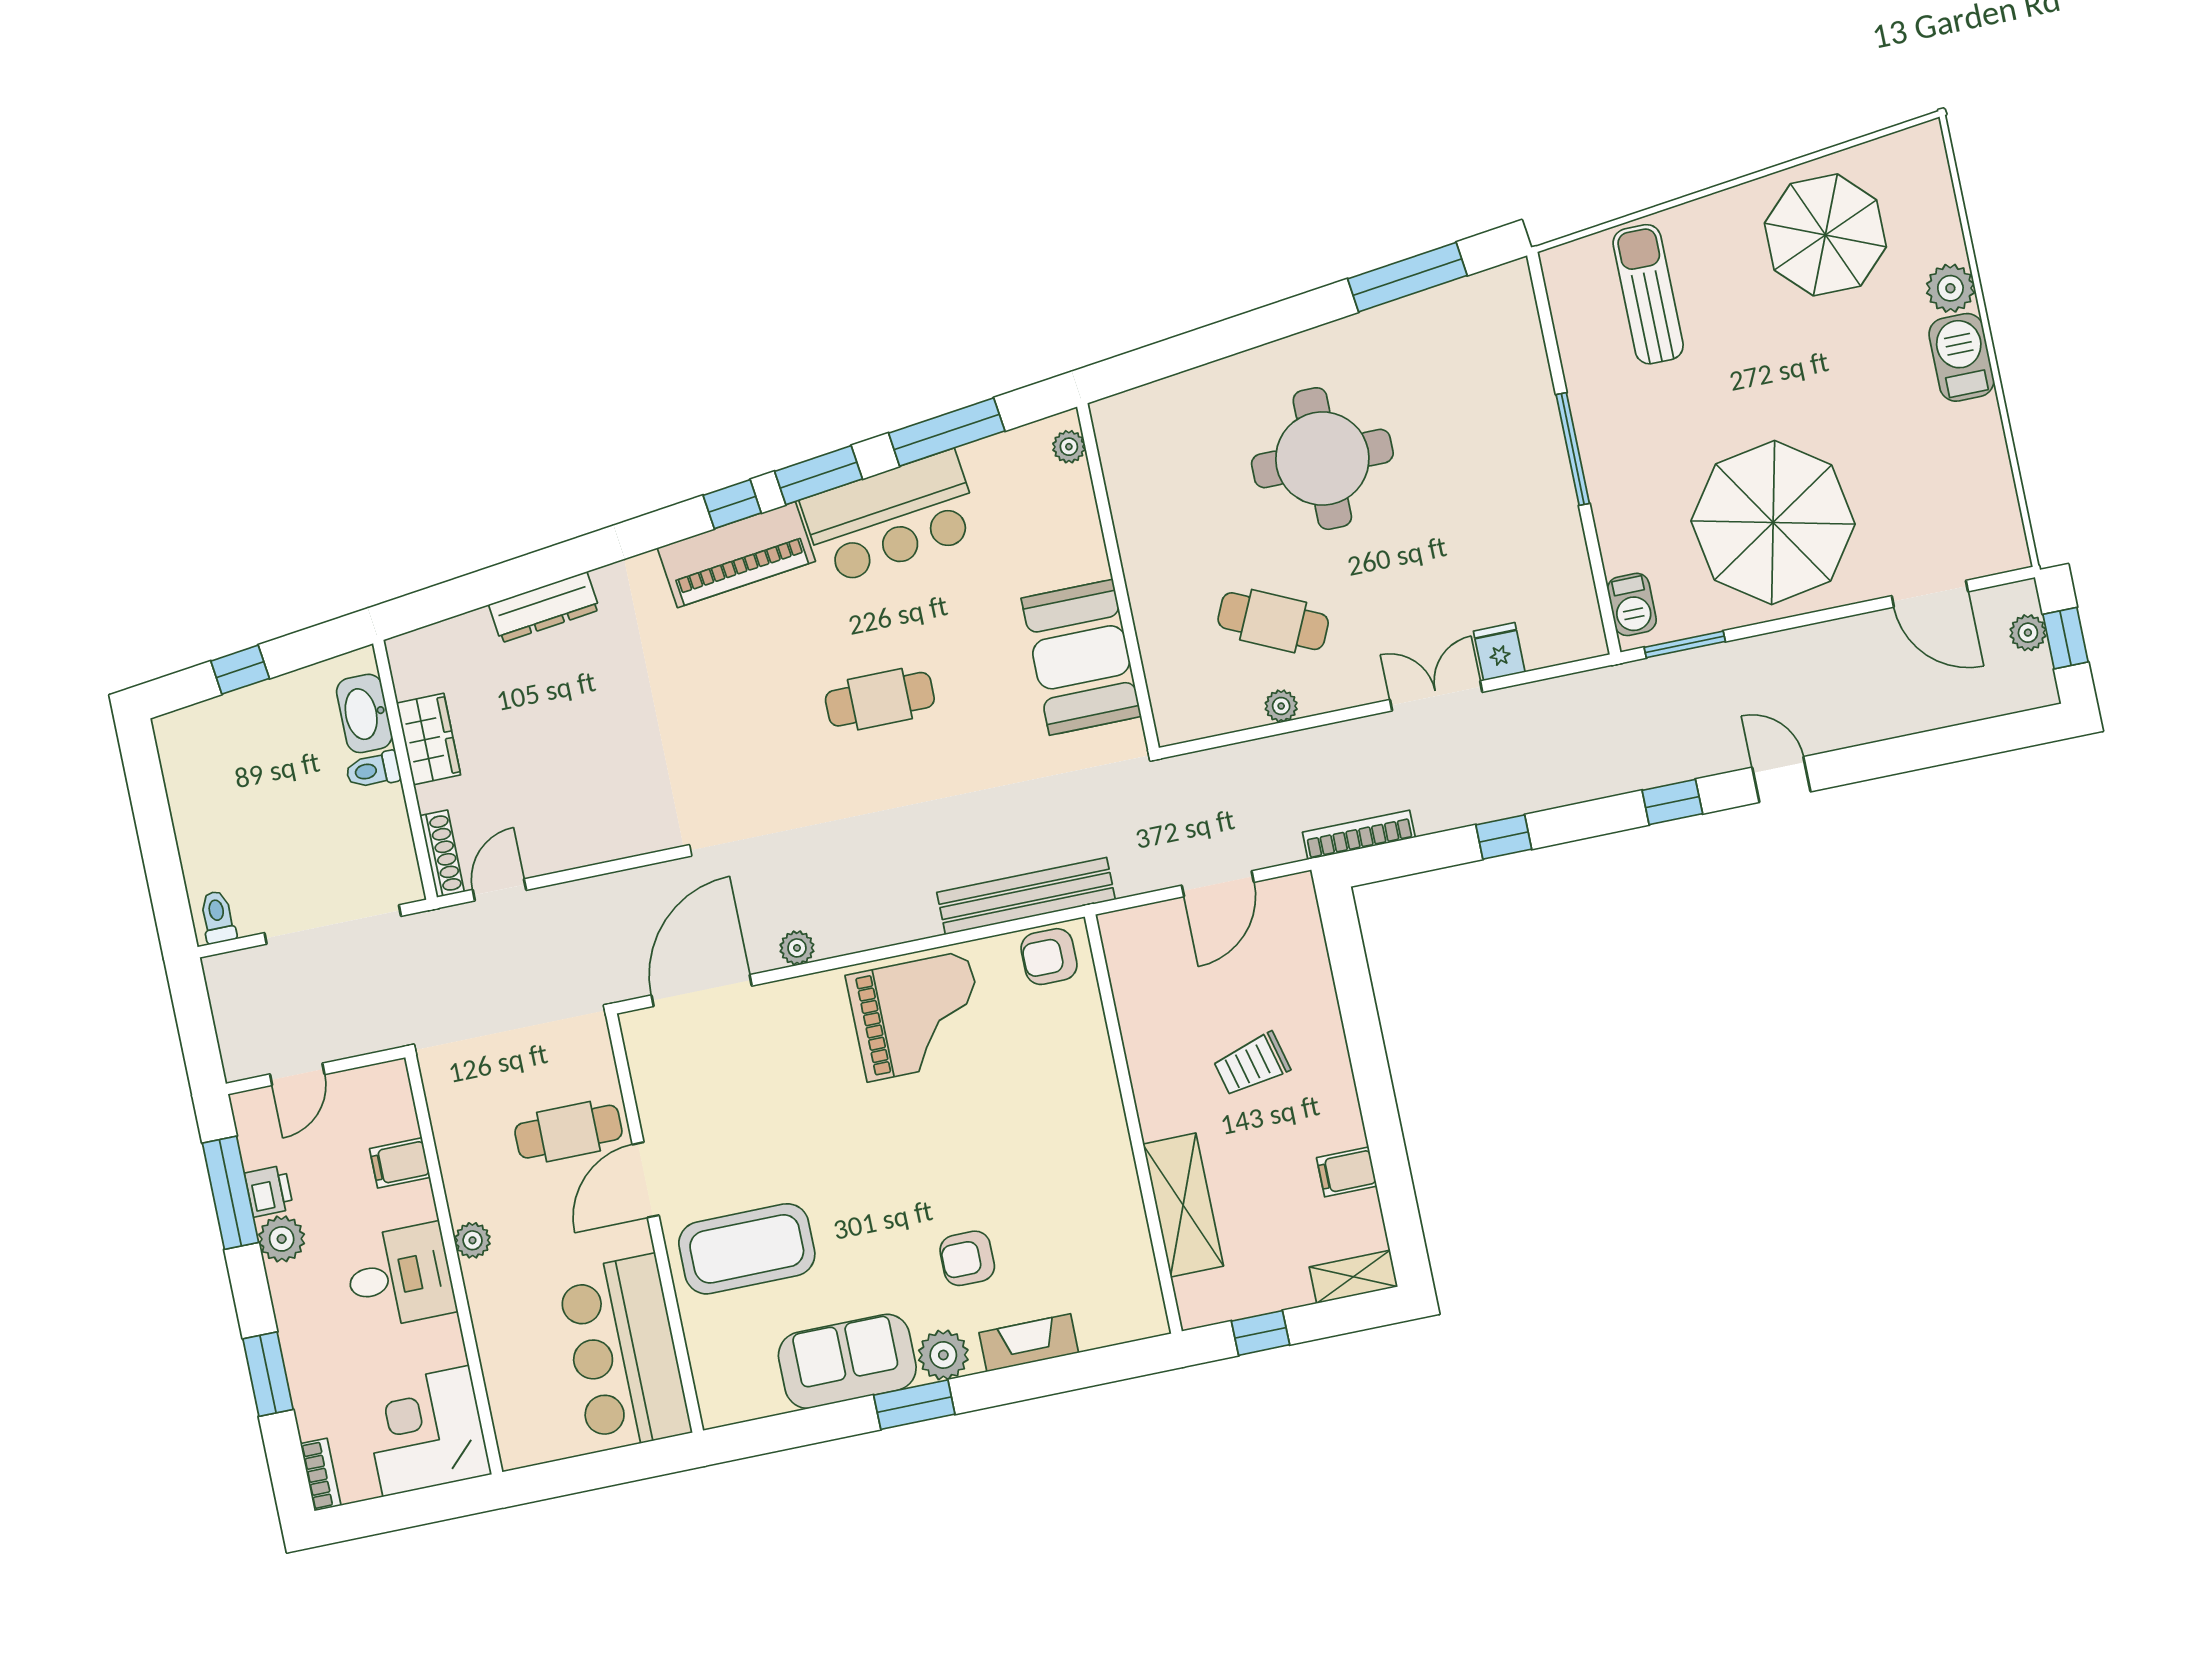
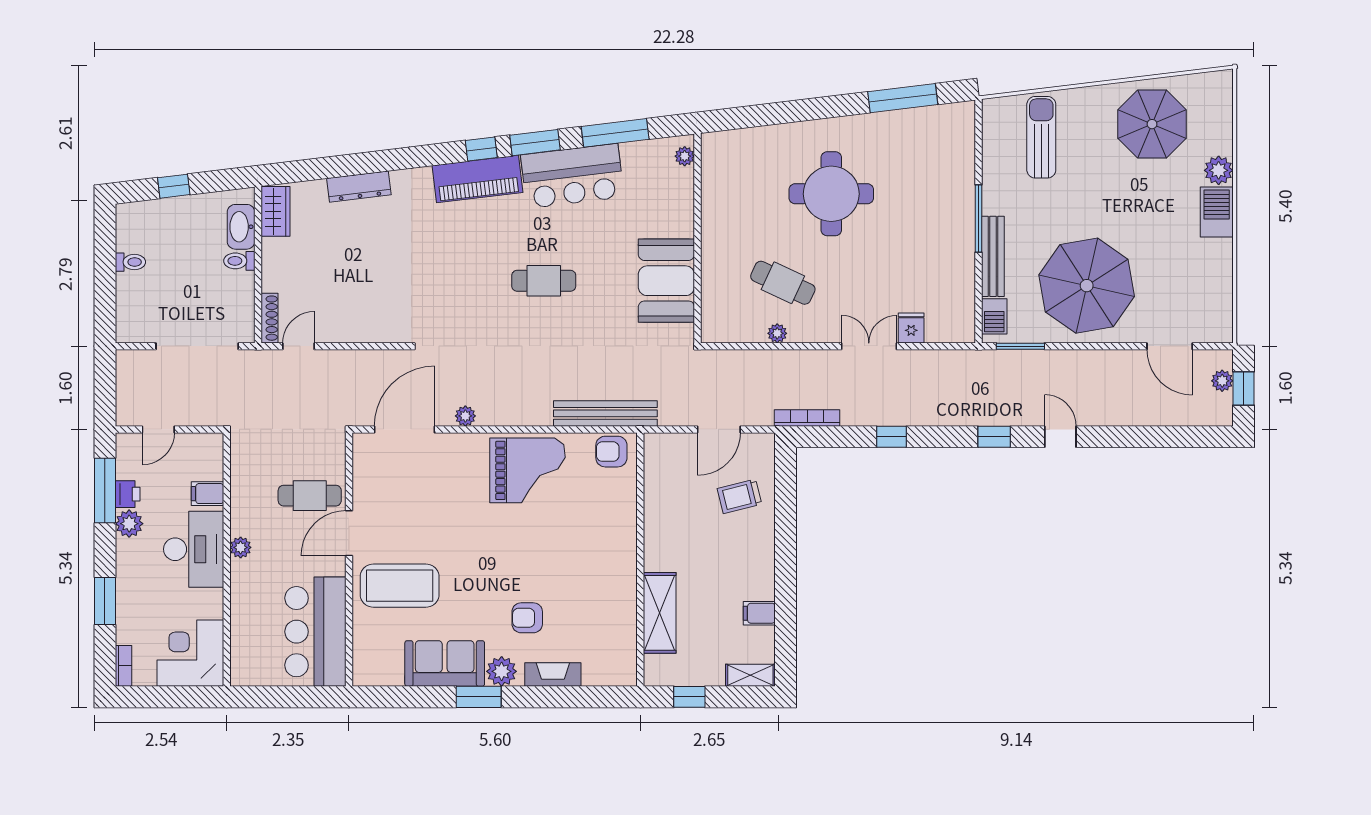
bench: (1609, 506) -> (993, 256), added
wardrobe: (429, 739) -> (275, 211), moved
toilet: (218, 917) -> (130, 262), moved, turned 90
trolley: (1252, 1064) -> (739, 496), moved
desk: (400, 1276) -> (194, 549), width x1.37

